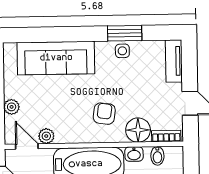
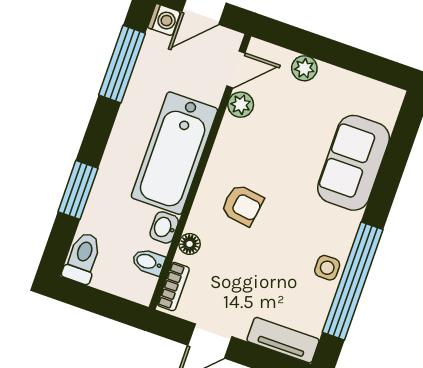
window: (125, 33) -> (353, 281), width x2.11
sofa: (56, 58) -> (354, 163), width x0.73
floor lamp: (138, 130) -> (190, 244), width x0.53, depth x0.53

